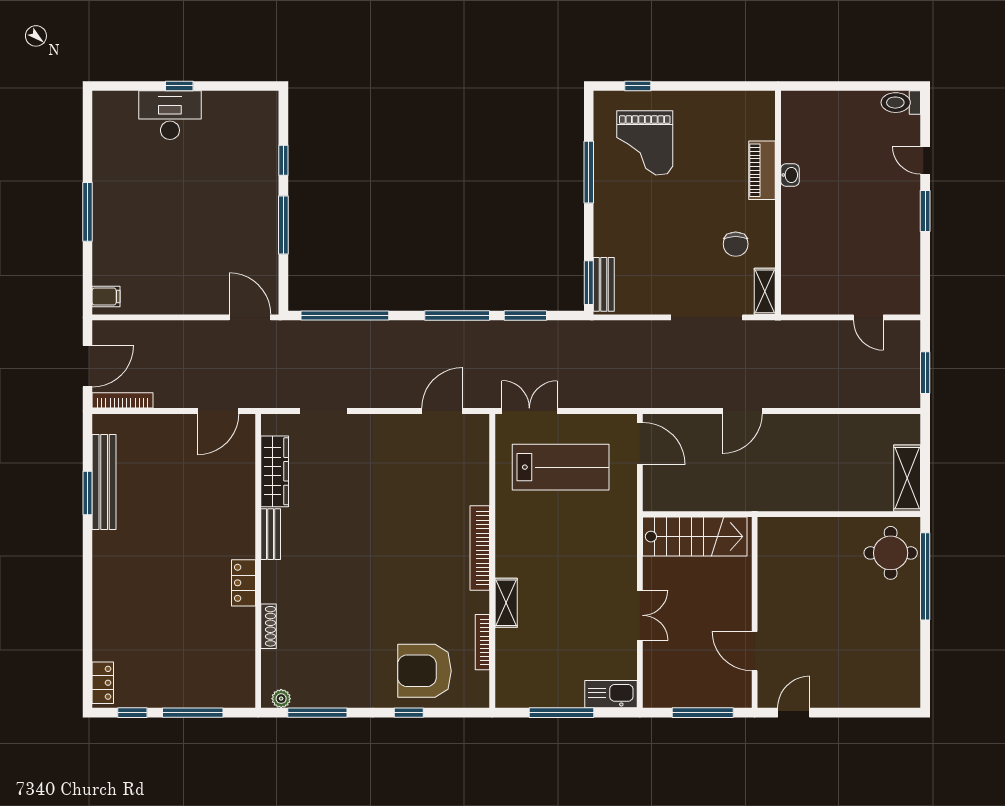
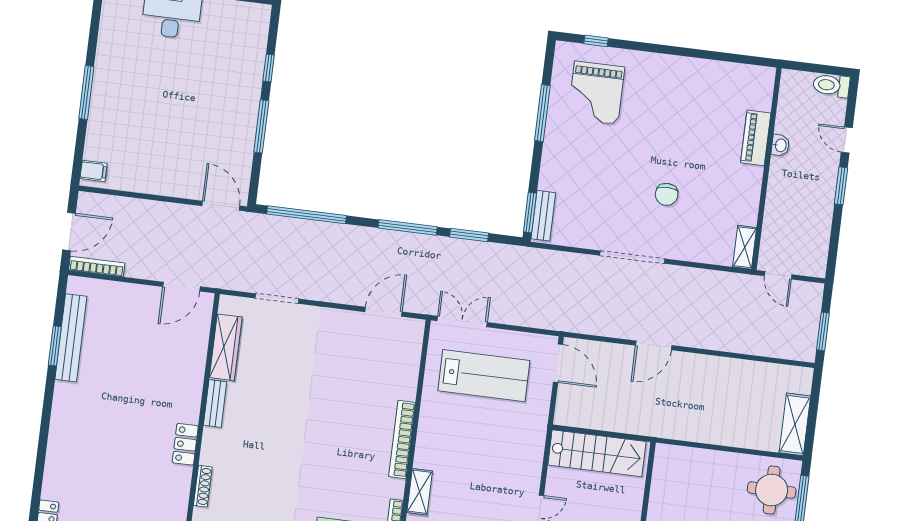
piano: (762, 170) -> (756, 138), moved
washbasin: (790, 175) -> (780, 145), moved
wall: (778, 203) -> (766, 169), moved
shelving: (765, 291) -> (745, 247), moved

